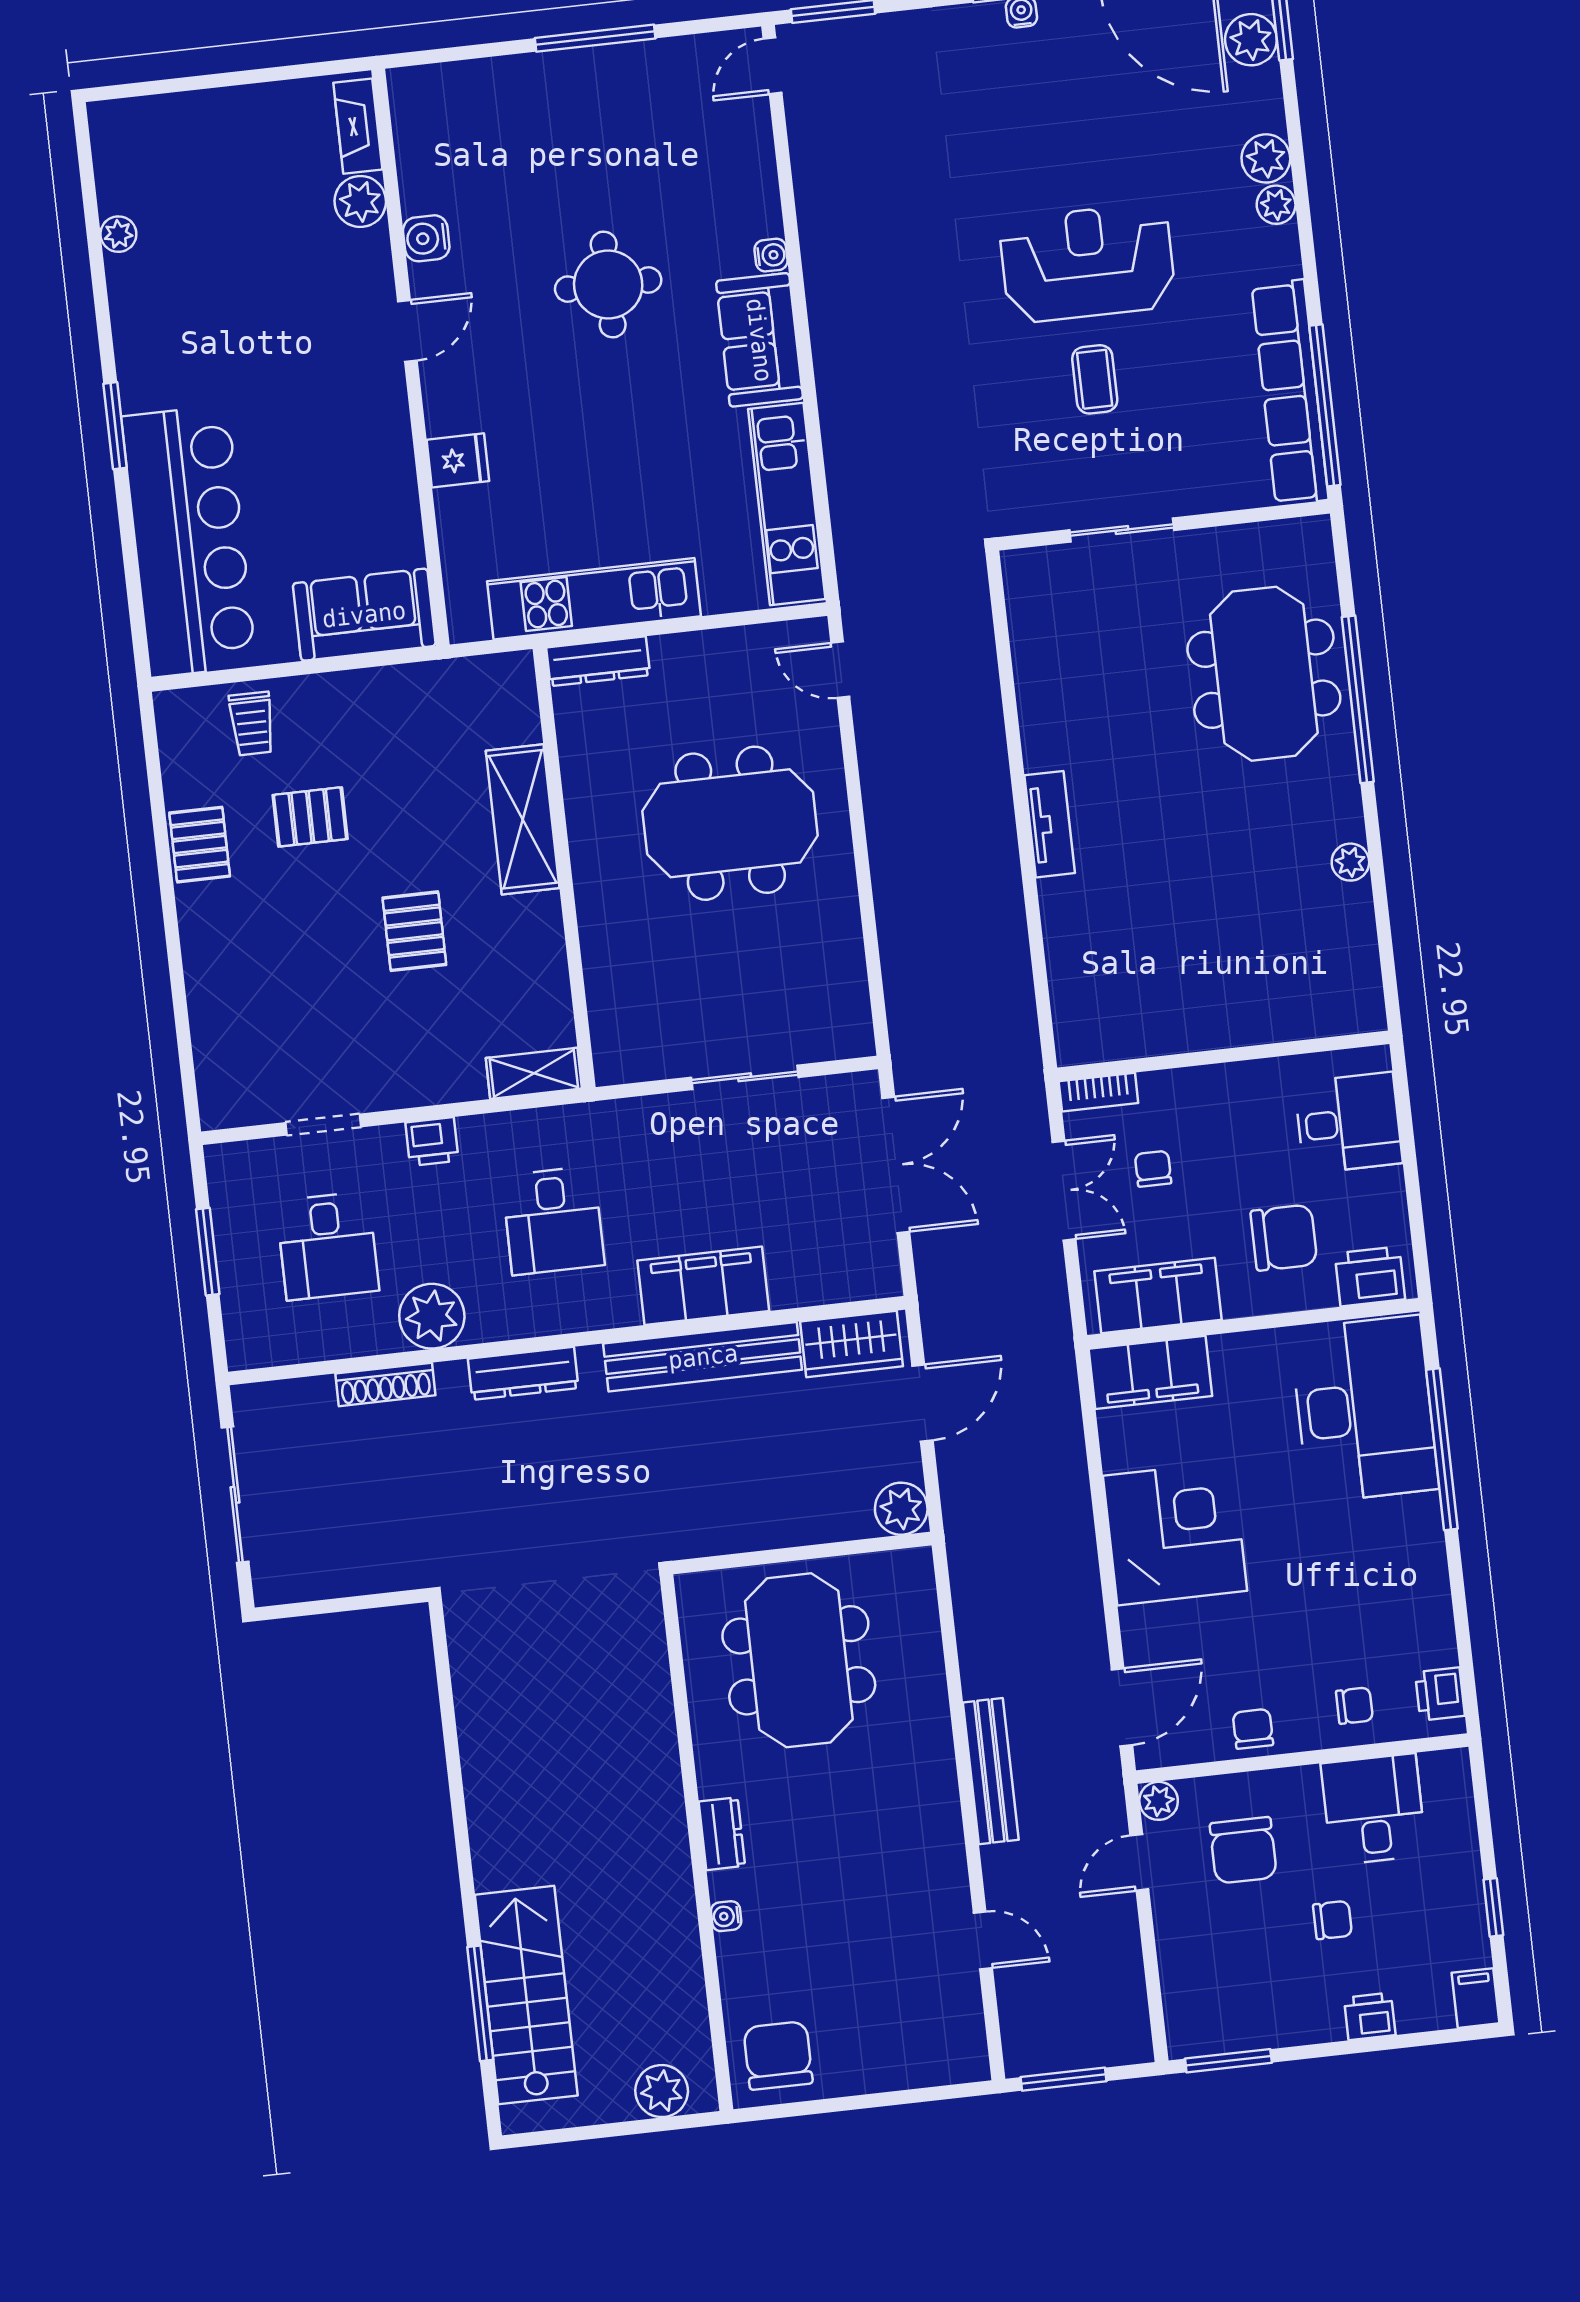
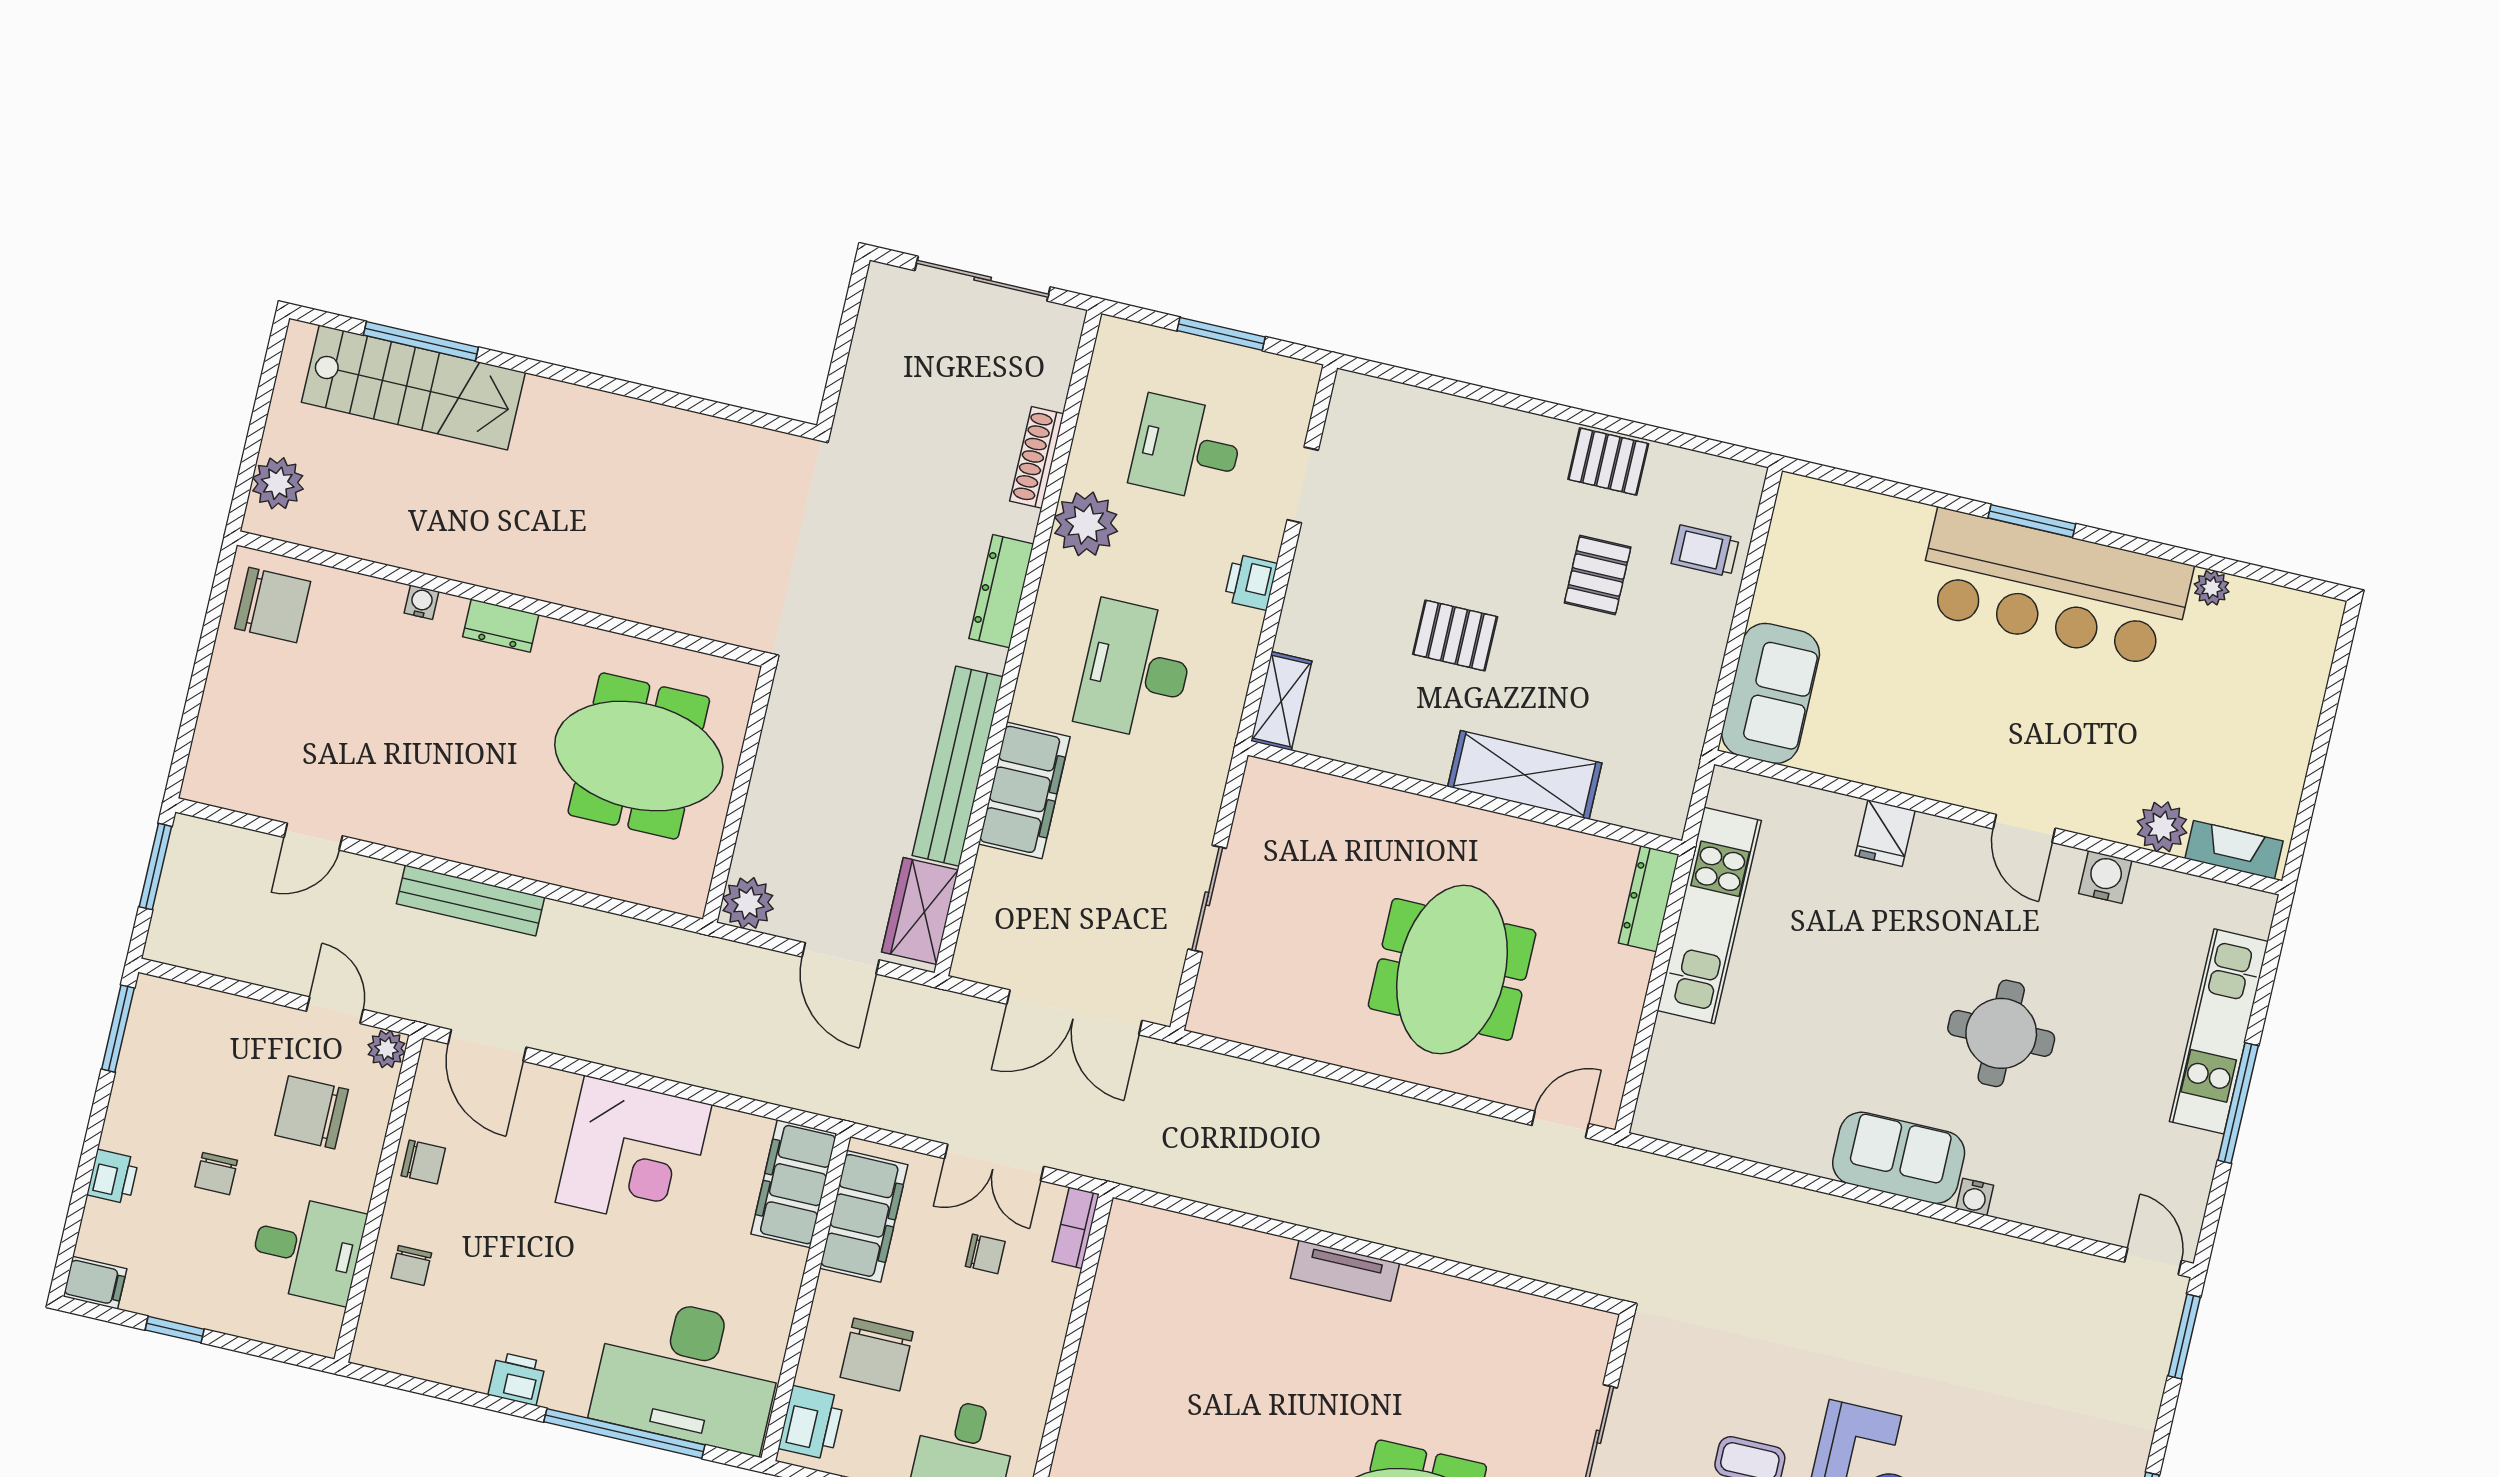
kitchen unit: (787, 504) -> (2219, 1031), moved, turned -90
bar counter: (189, 541) -> (2054, 588), moved
desk: (553, 1221) -> (1136, 670), width x1.37
printer: (1440, 1694) -> (517, 1379), moved

